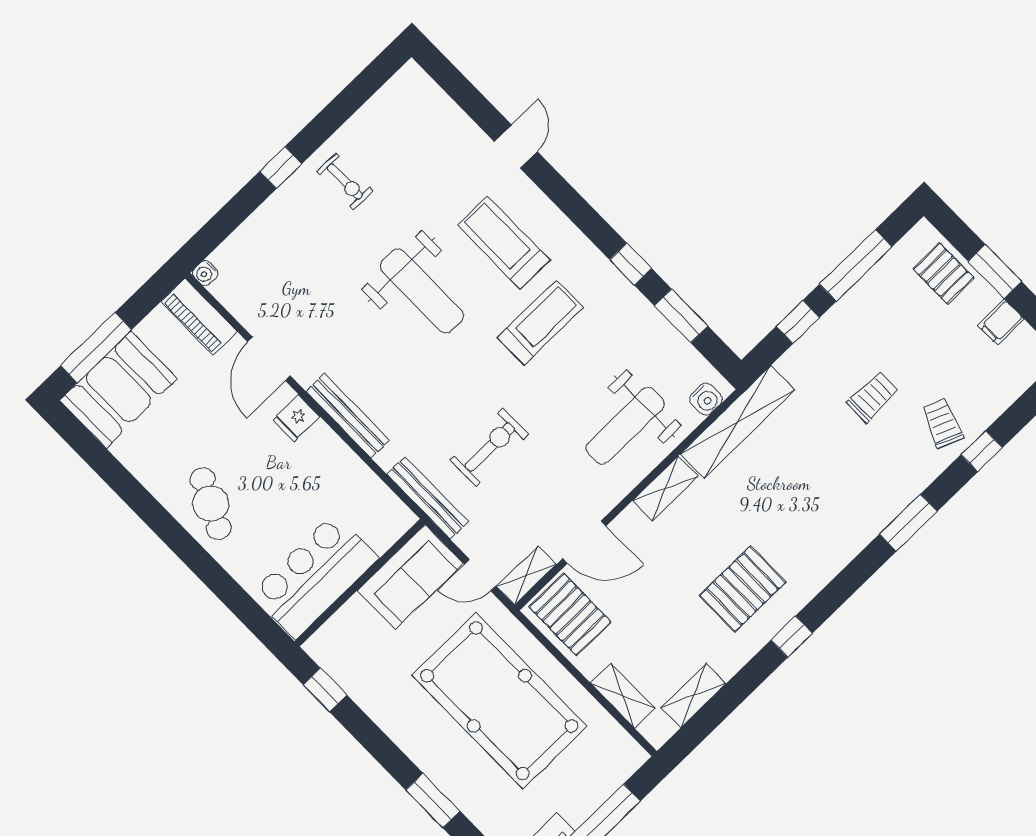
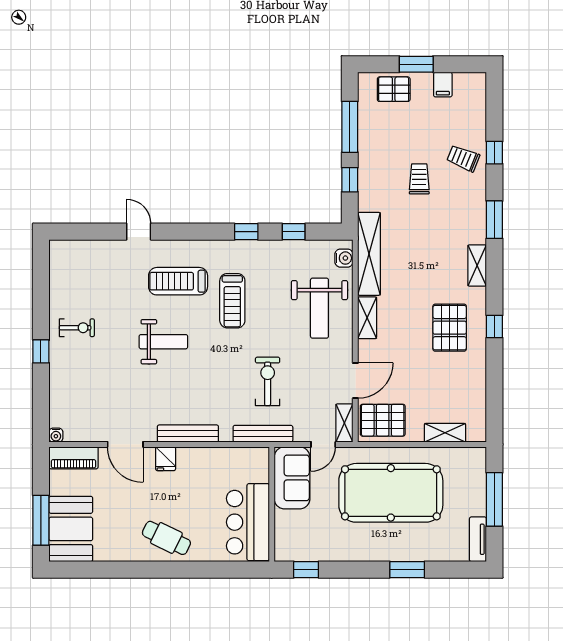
weight bench: (422, 291) -> (163, 342), width x0.73, depth x0.75
window: (681, 316) -> (294, 232), width x0.67
treadmill: (540, 323) -> (232, 301), turned 180
shelving: (694, 695) -> (477, 265), moved

